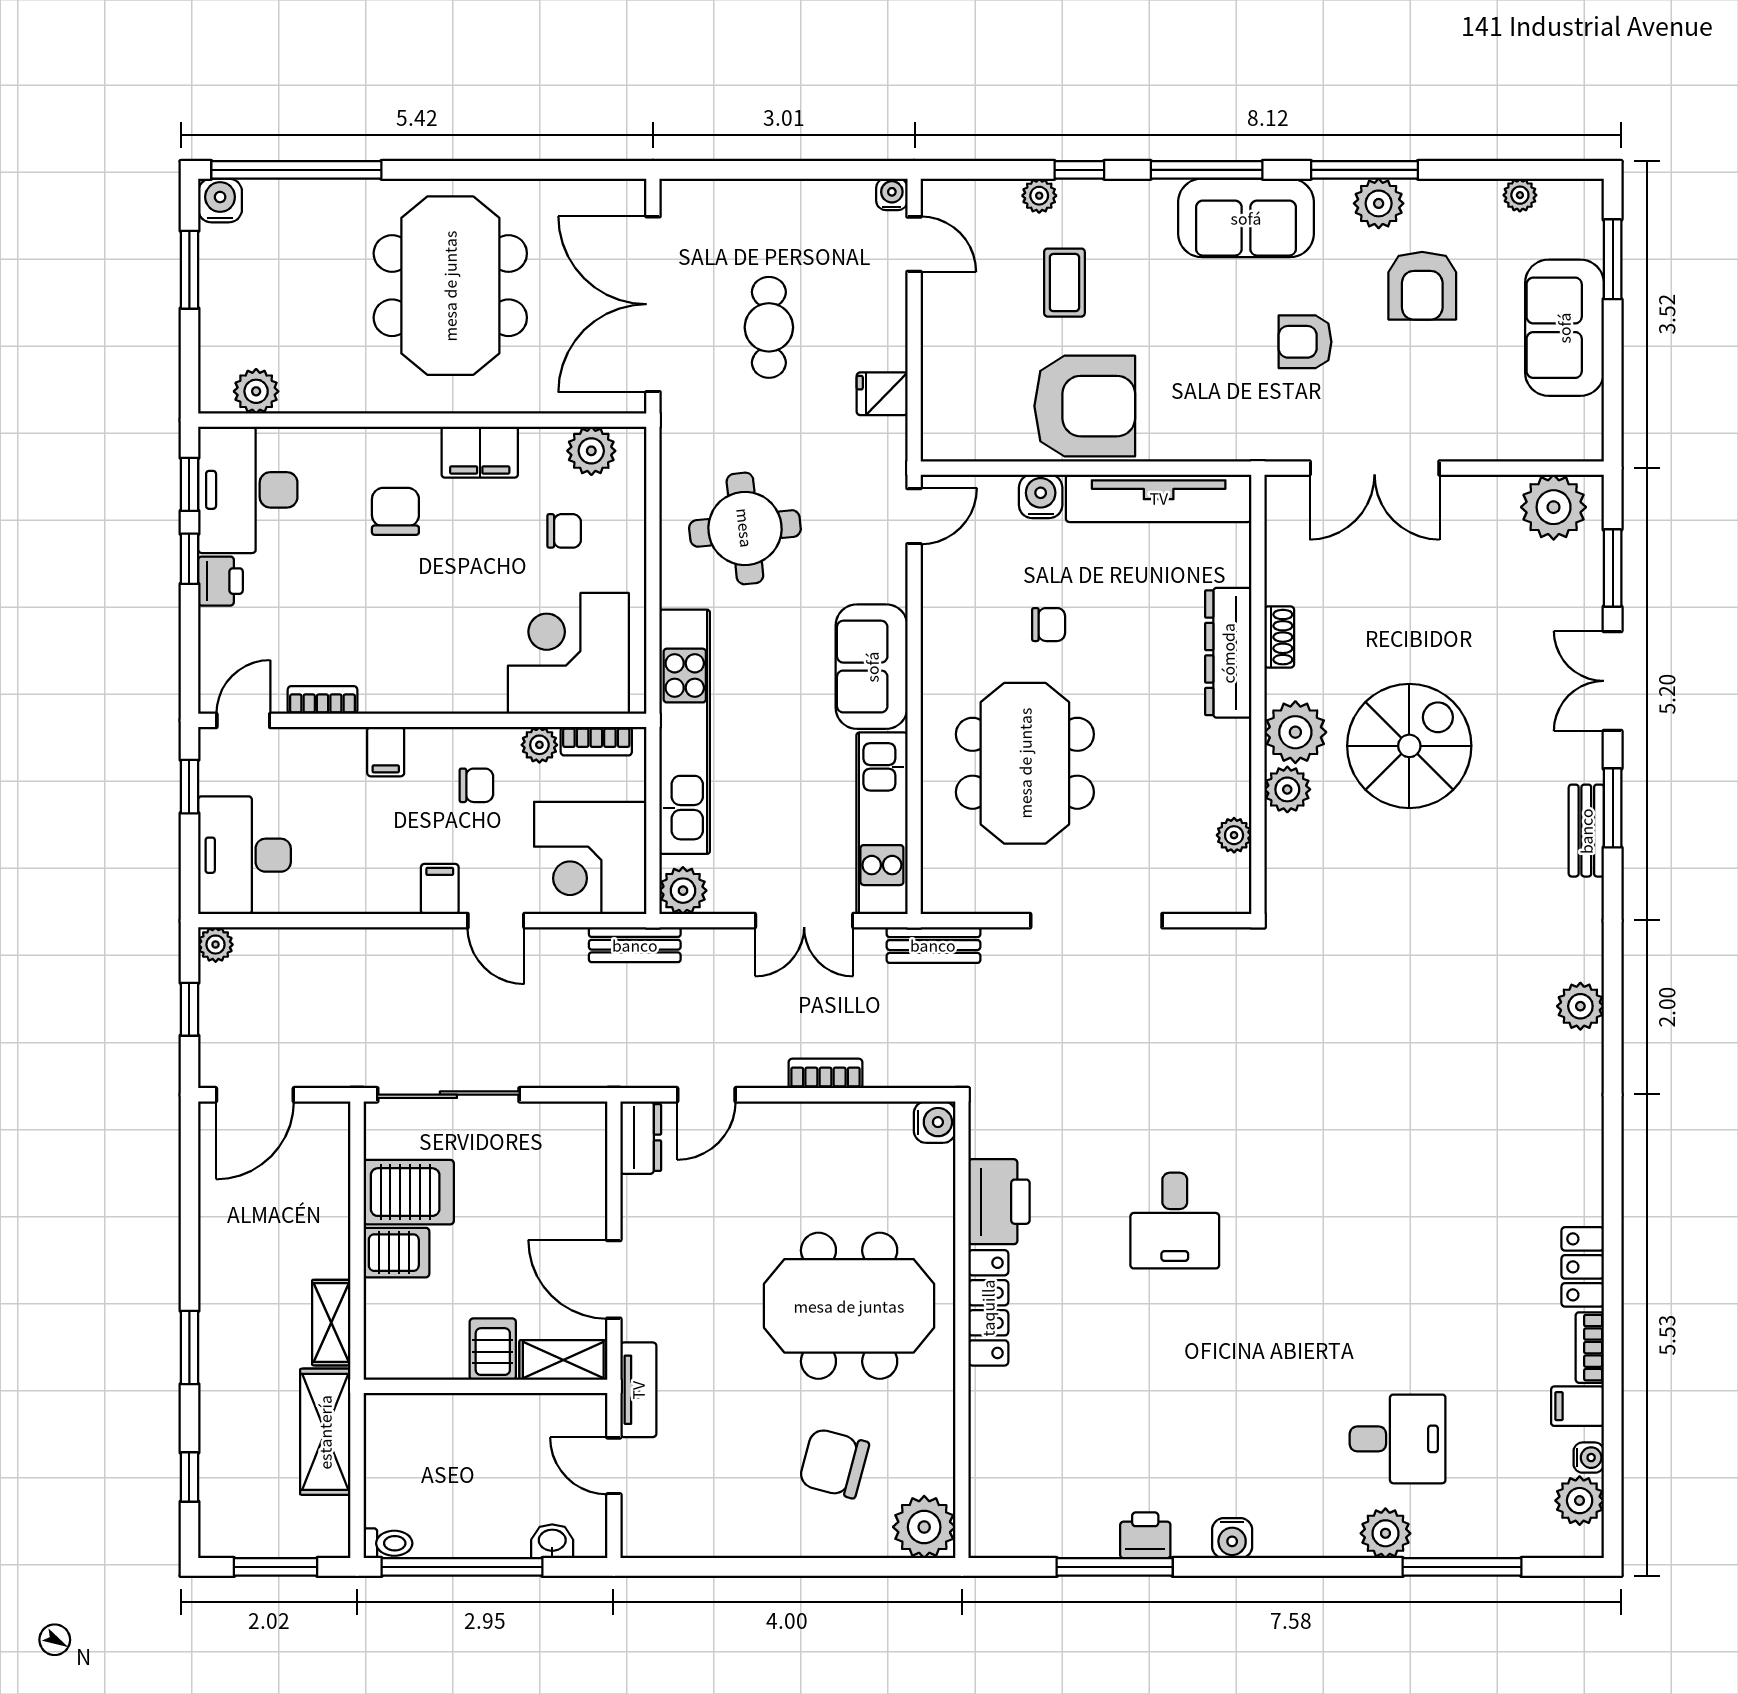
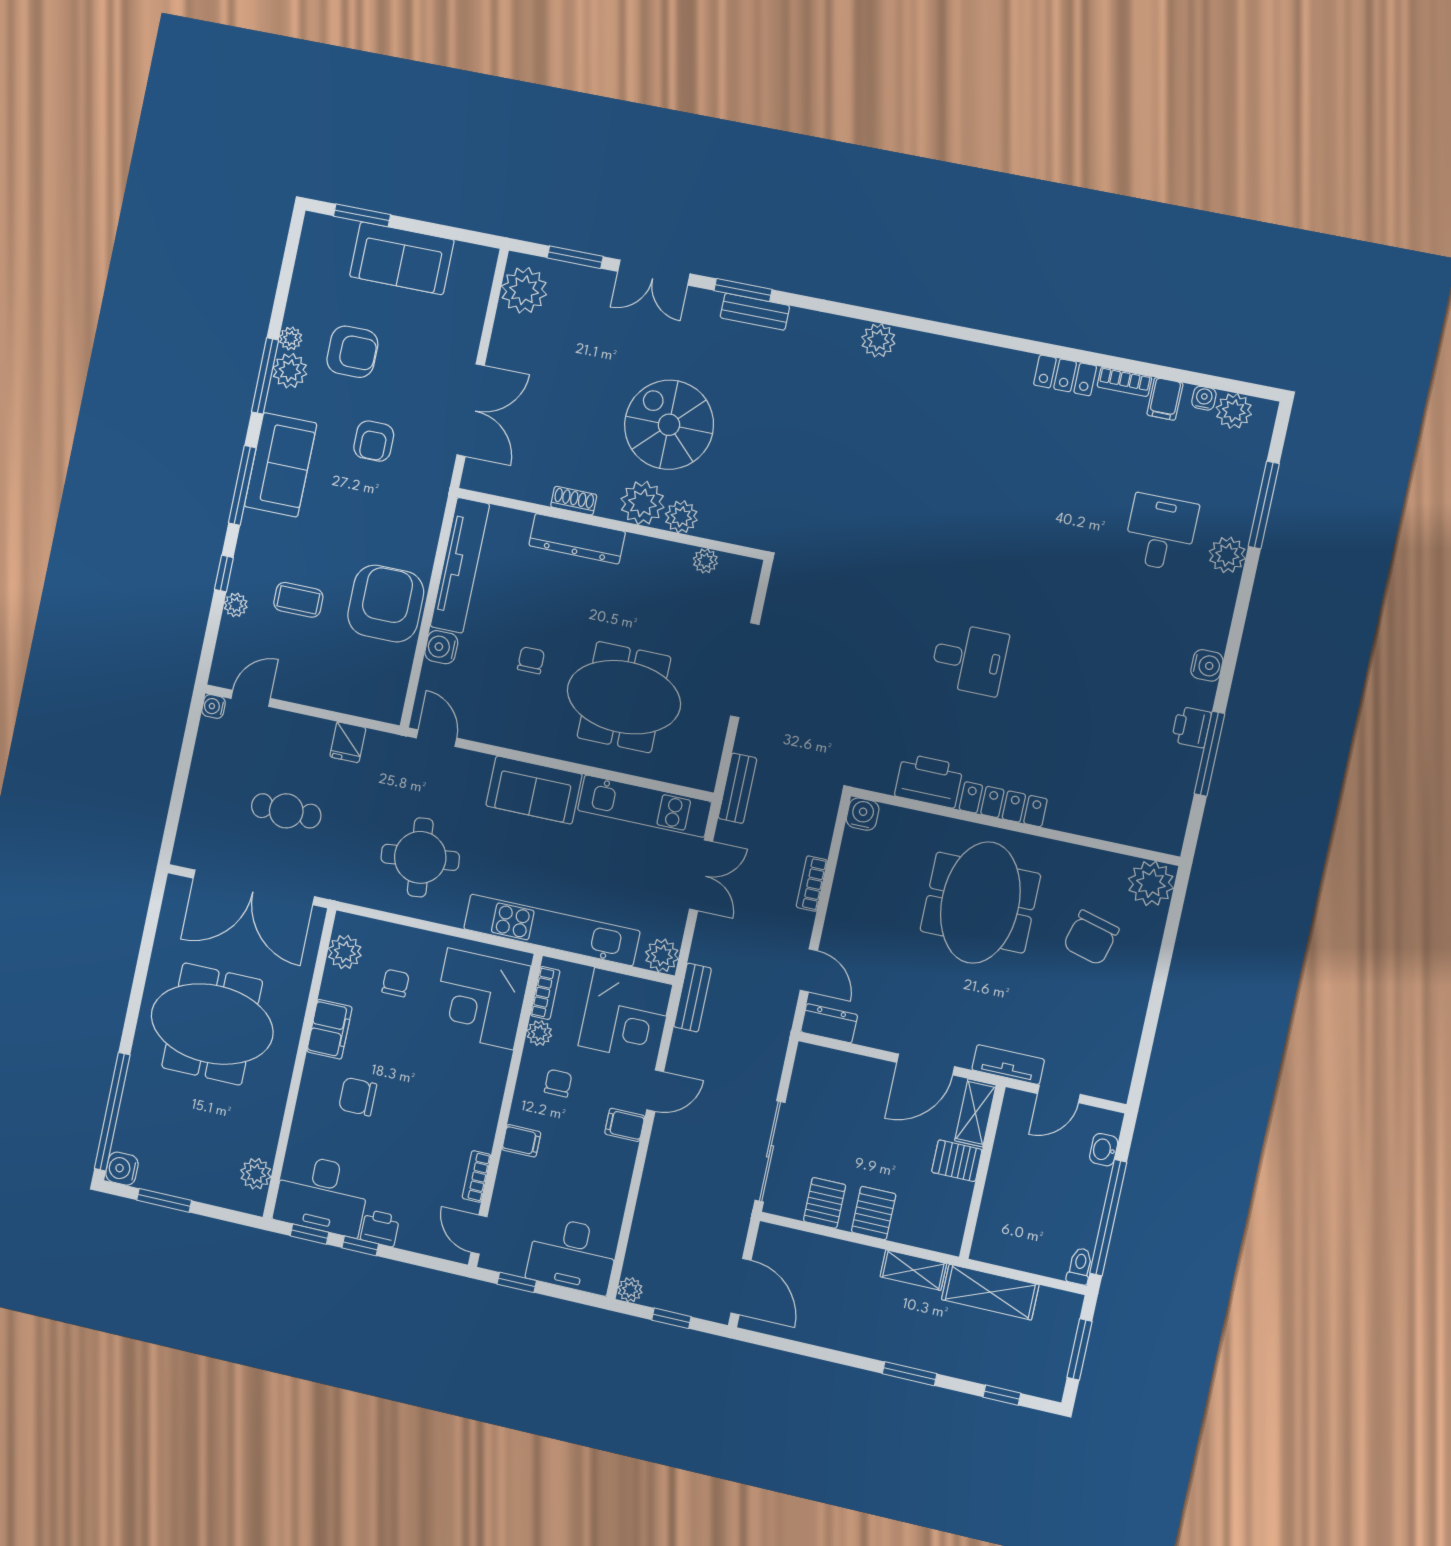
plant: (1520, 195) -> (291, 338), moved
server rack: (409, 1192) -> (824, 1203), width x0.73, depth x0.70

